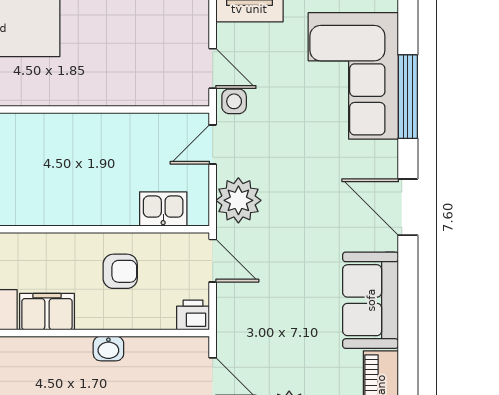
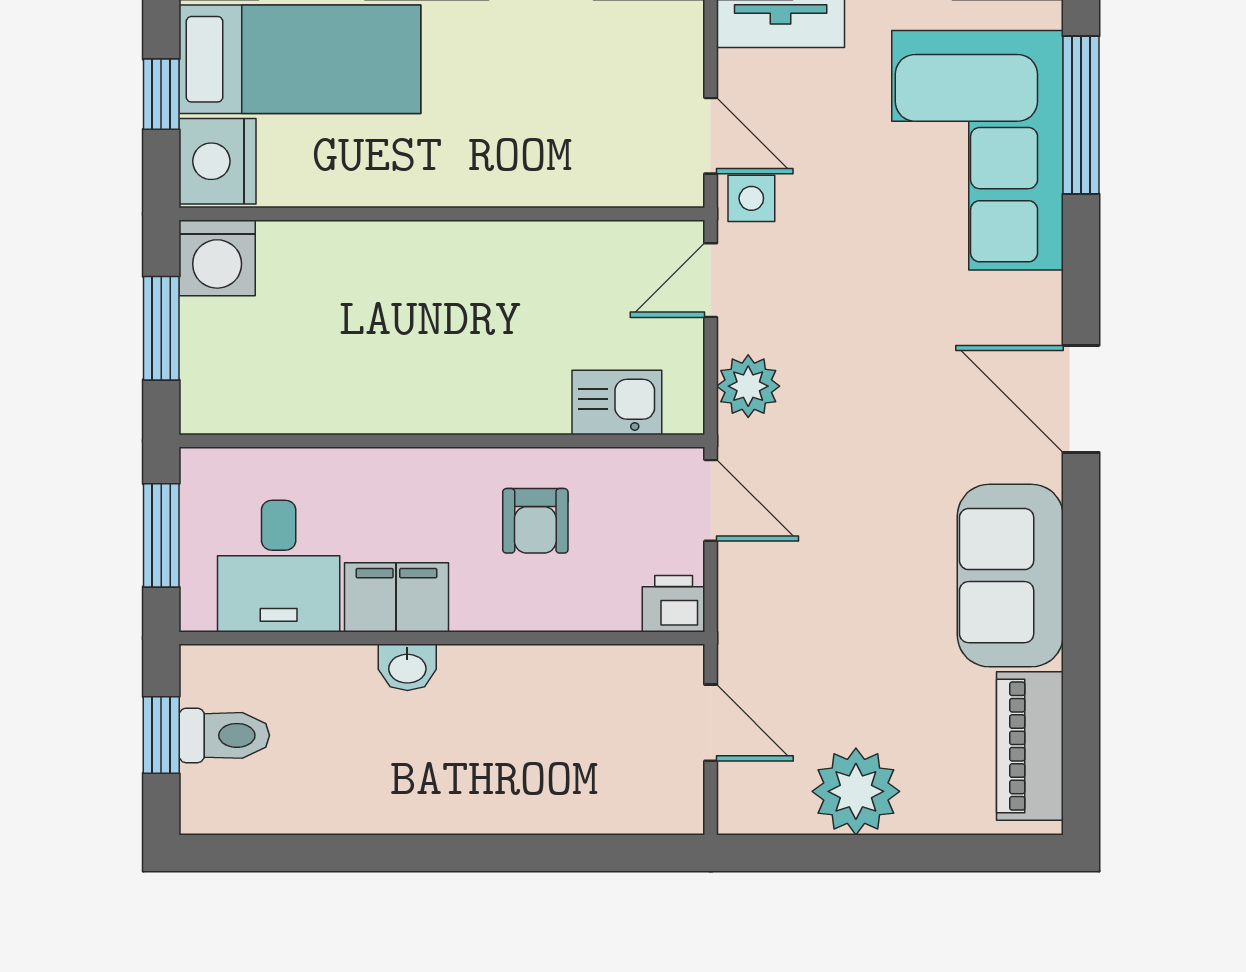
window: (408, 97) -> (1081, 115), moved
plant: (238, 200) -> (748, 386), width x0.73, depth x0.73
armchair: (120, 271) -> (535, 521), turned 90
washbasin: (108, 349) -> (407, 667), moved

